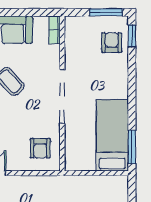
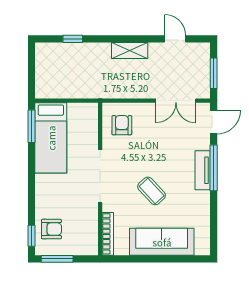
bookcase: (55, 30) -> (108, 234), width x1.56
armchair: (112, 43) -> (51, 229), turned -90

